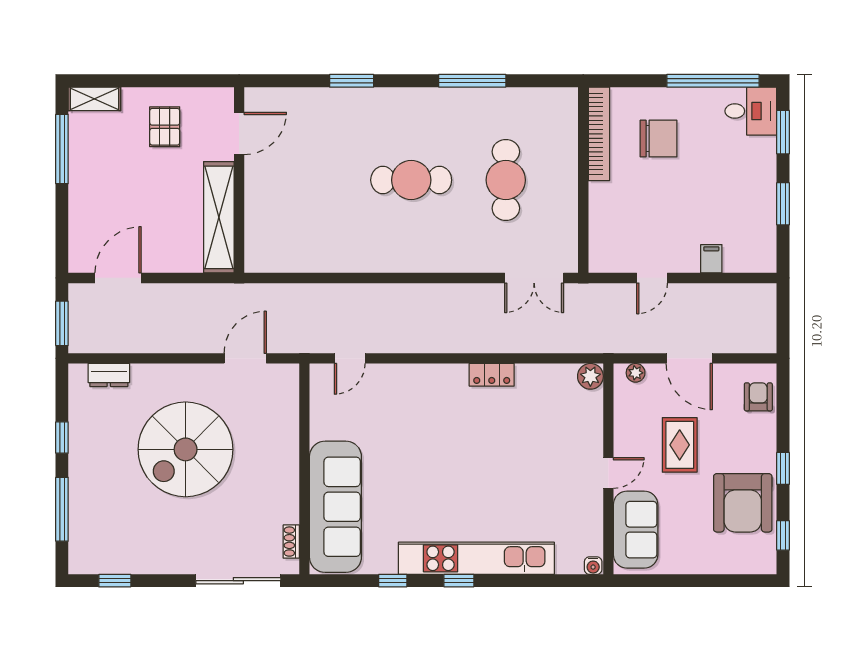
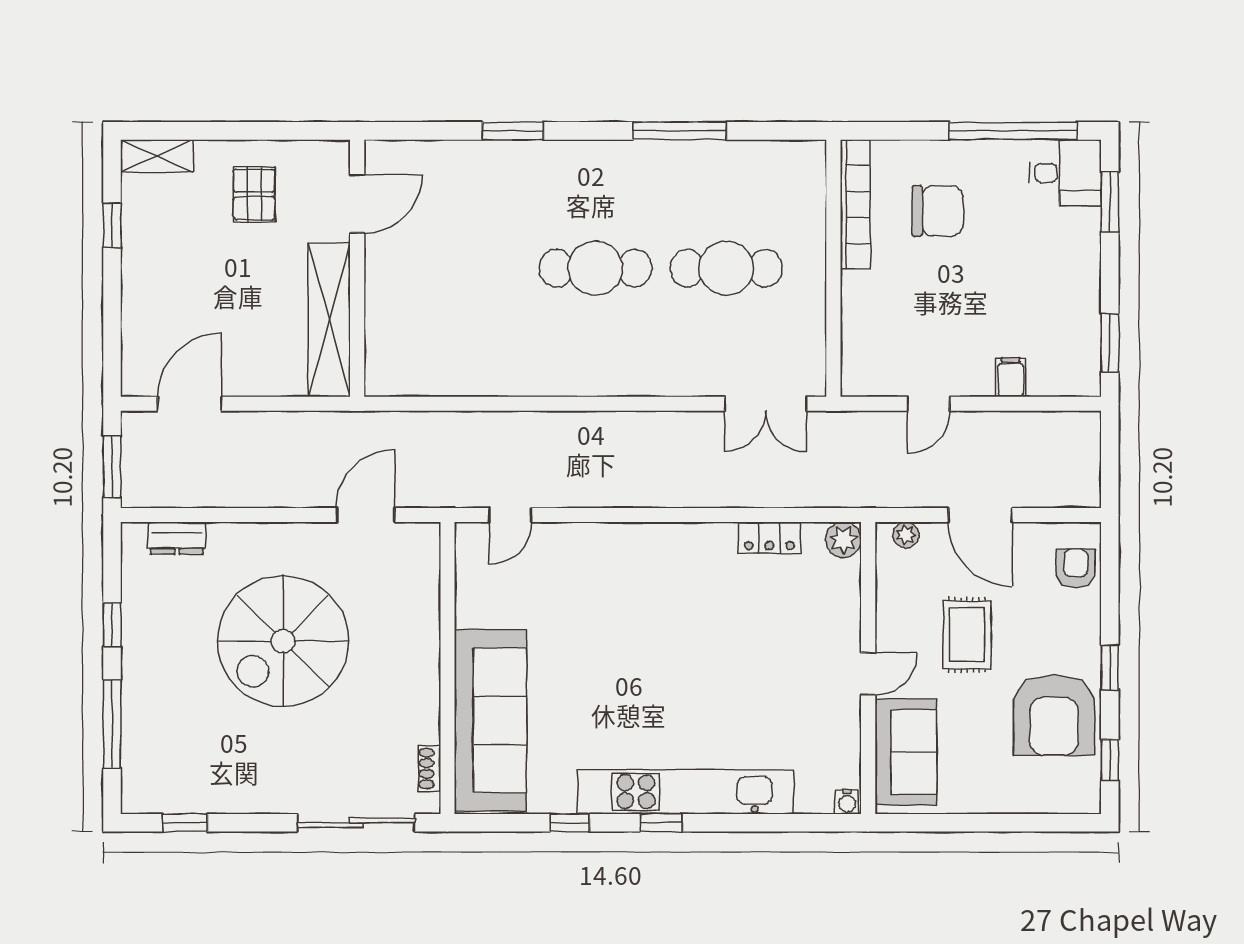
window: (62, 149) -> (112, 225), width x0.46
cafe table: (506, 180) -> (726, 268), turned 90
window: (783, 204) -> (1110, 343), moved
locker: (492, 375) -> (769, 538), moved

